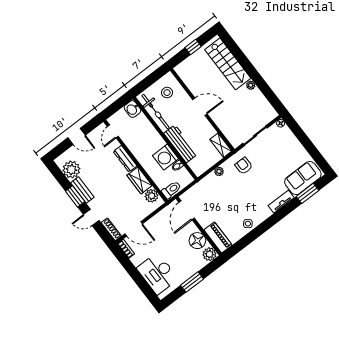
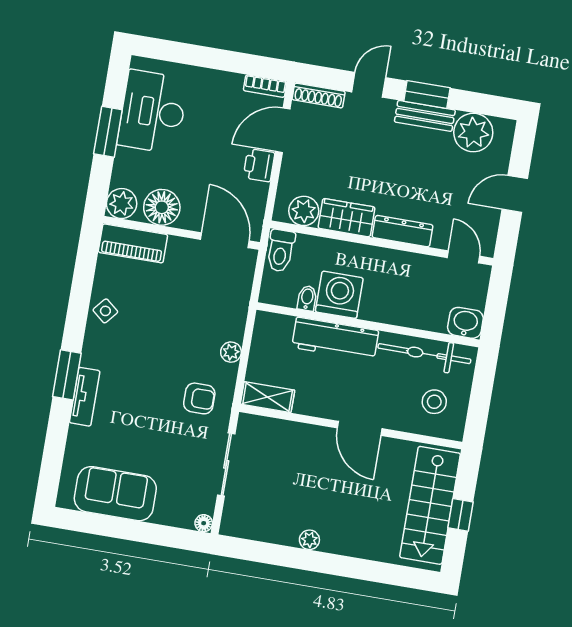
stairs: (228, 64) -> (430, 505), moved, turned -90
door: (200, 107) -> (360, 428), hinge flipped
sofa: (303, 178) -> (115, 494), moved, turned -90
window: (307, 193) -> (67, 375), moved
printer: (152, 225) -> (259, 165), added
desk: (157, 274) -> (153, 112), moved, turned -90

